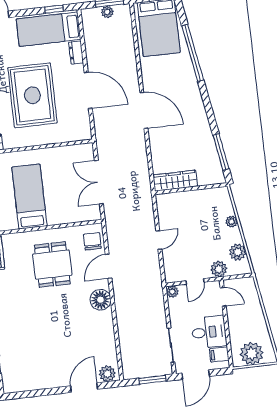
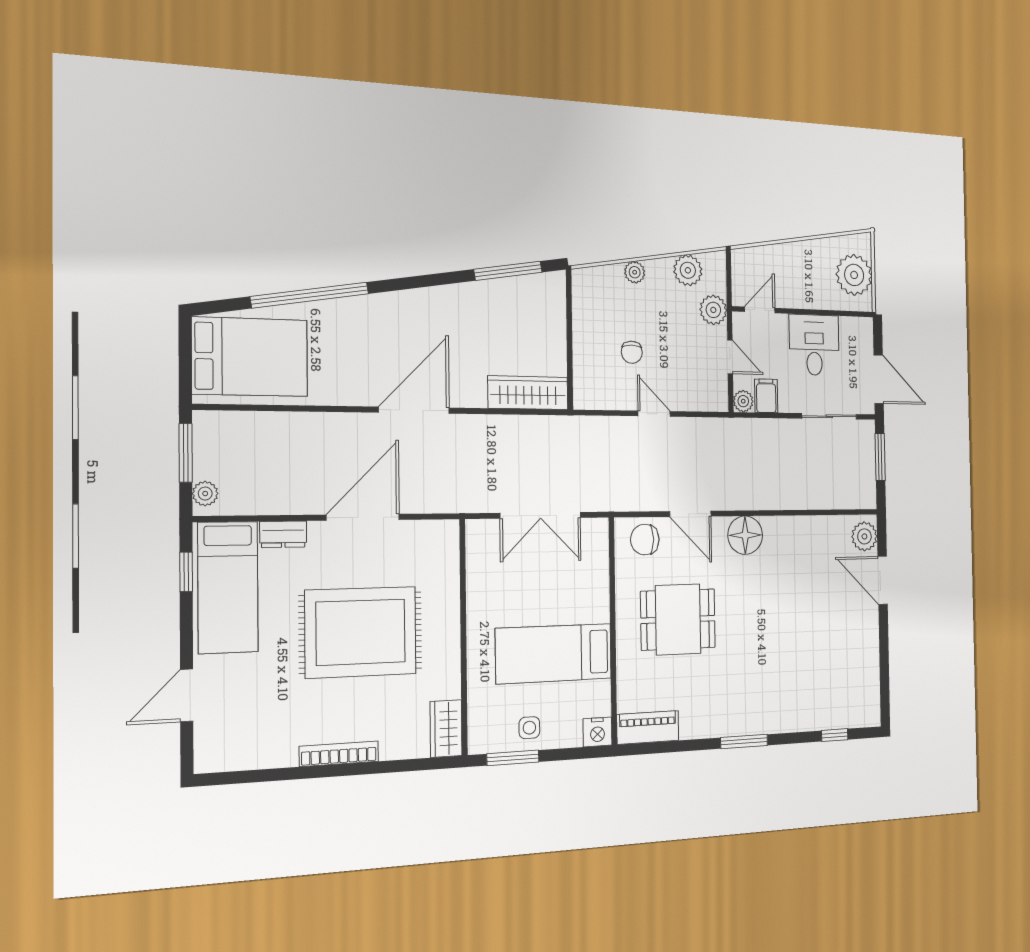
plant: (107, 12) -> (205, 494), moved
wardrobe: (175, 181) -> (528, 393), moved, turned 90
chair: (189, 224) -> (632, 352), added
filing cabinet: (219, 355) -> (766, 396), moved, turned 180

